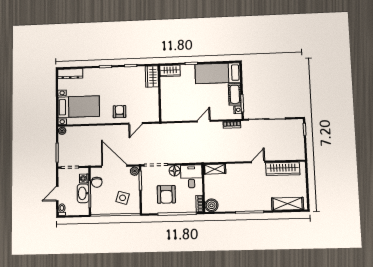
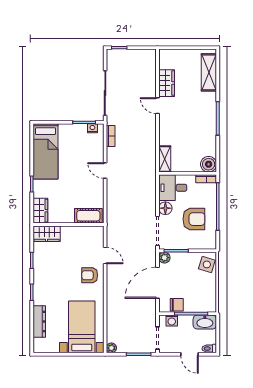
dresser: (70, 74) -> (39, 321), moved
cot: (235, 94) -> (88, 216), moved
wardrobe: (283, 169) -> (167, 83), width x0.67
washbasin: (83, 193) -> (205, 322), moved
side table: (123, 198) -> (207, 264), moved

